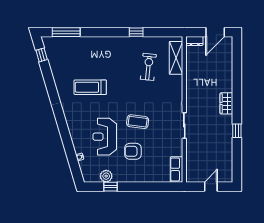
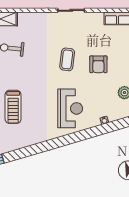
treadmill: (90, 87) -> (13, 107), moved
reception desk: (105, 137) -> (70, 108), moved, turned -90

